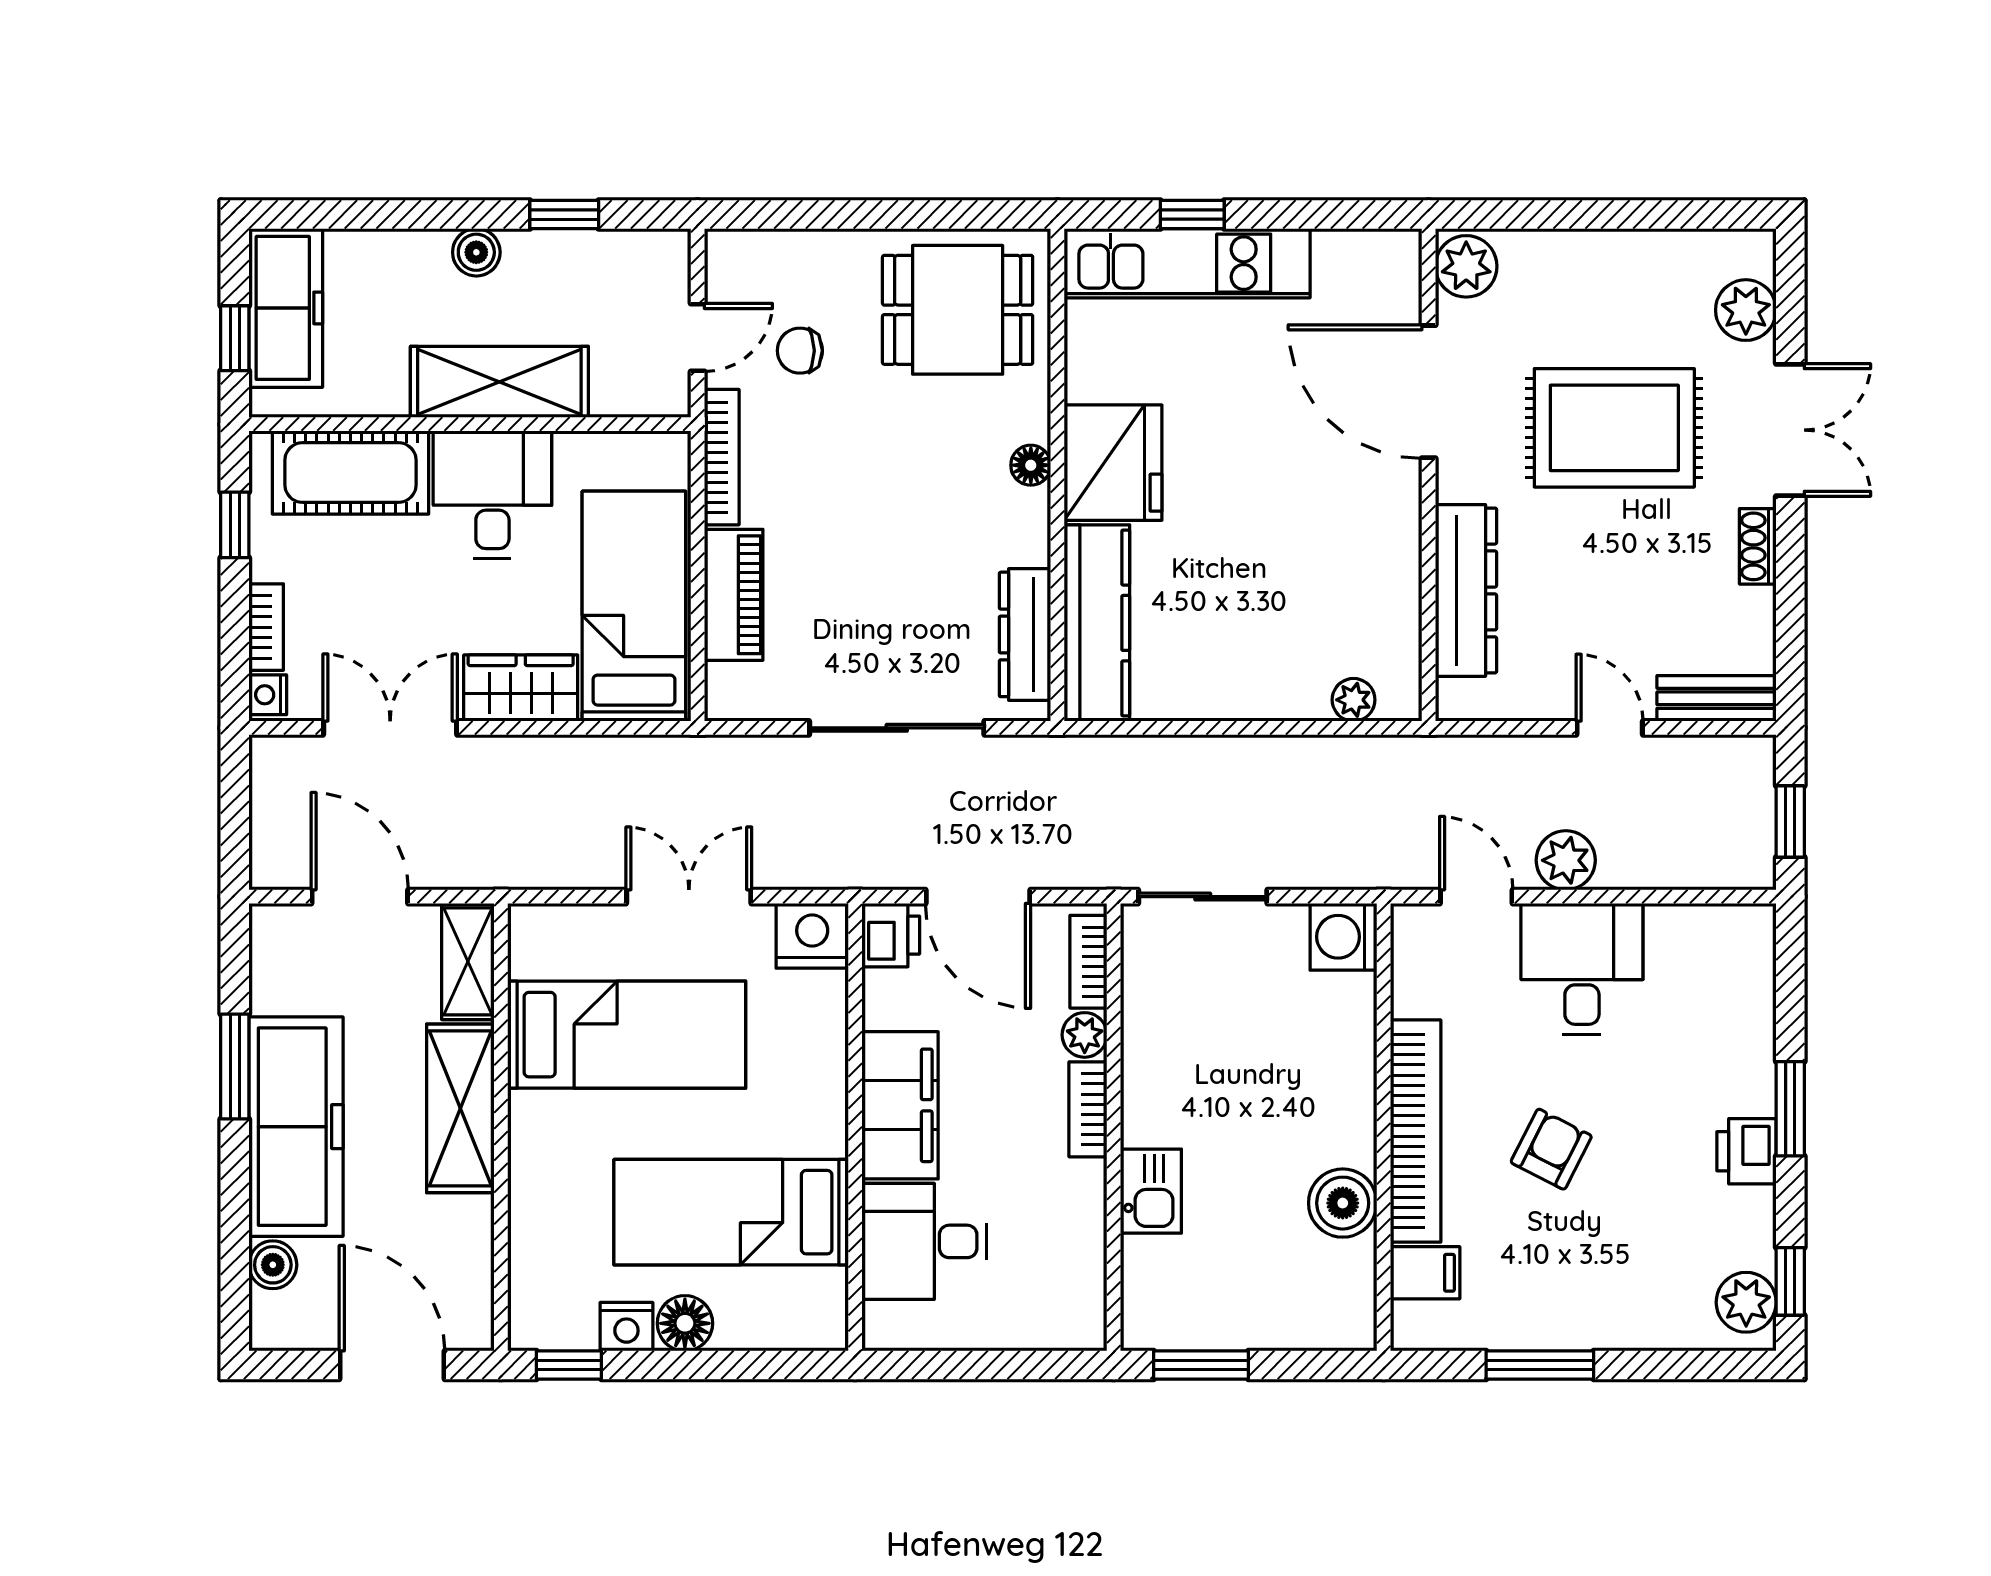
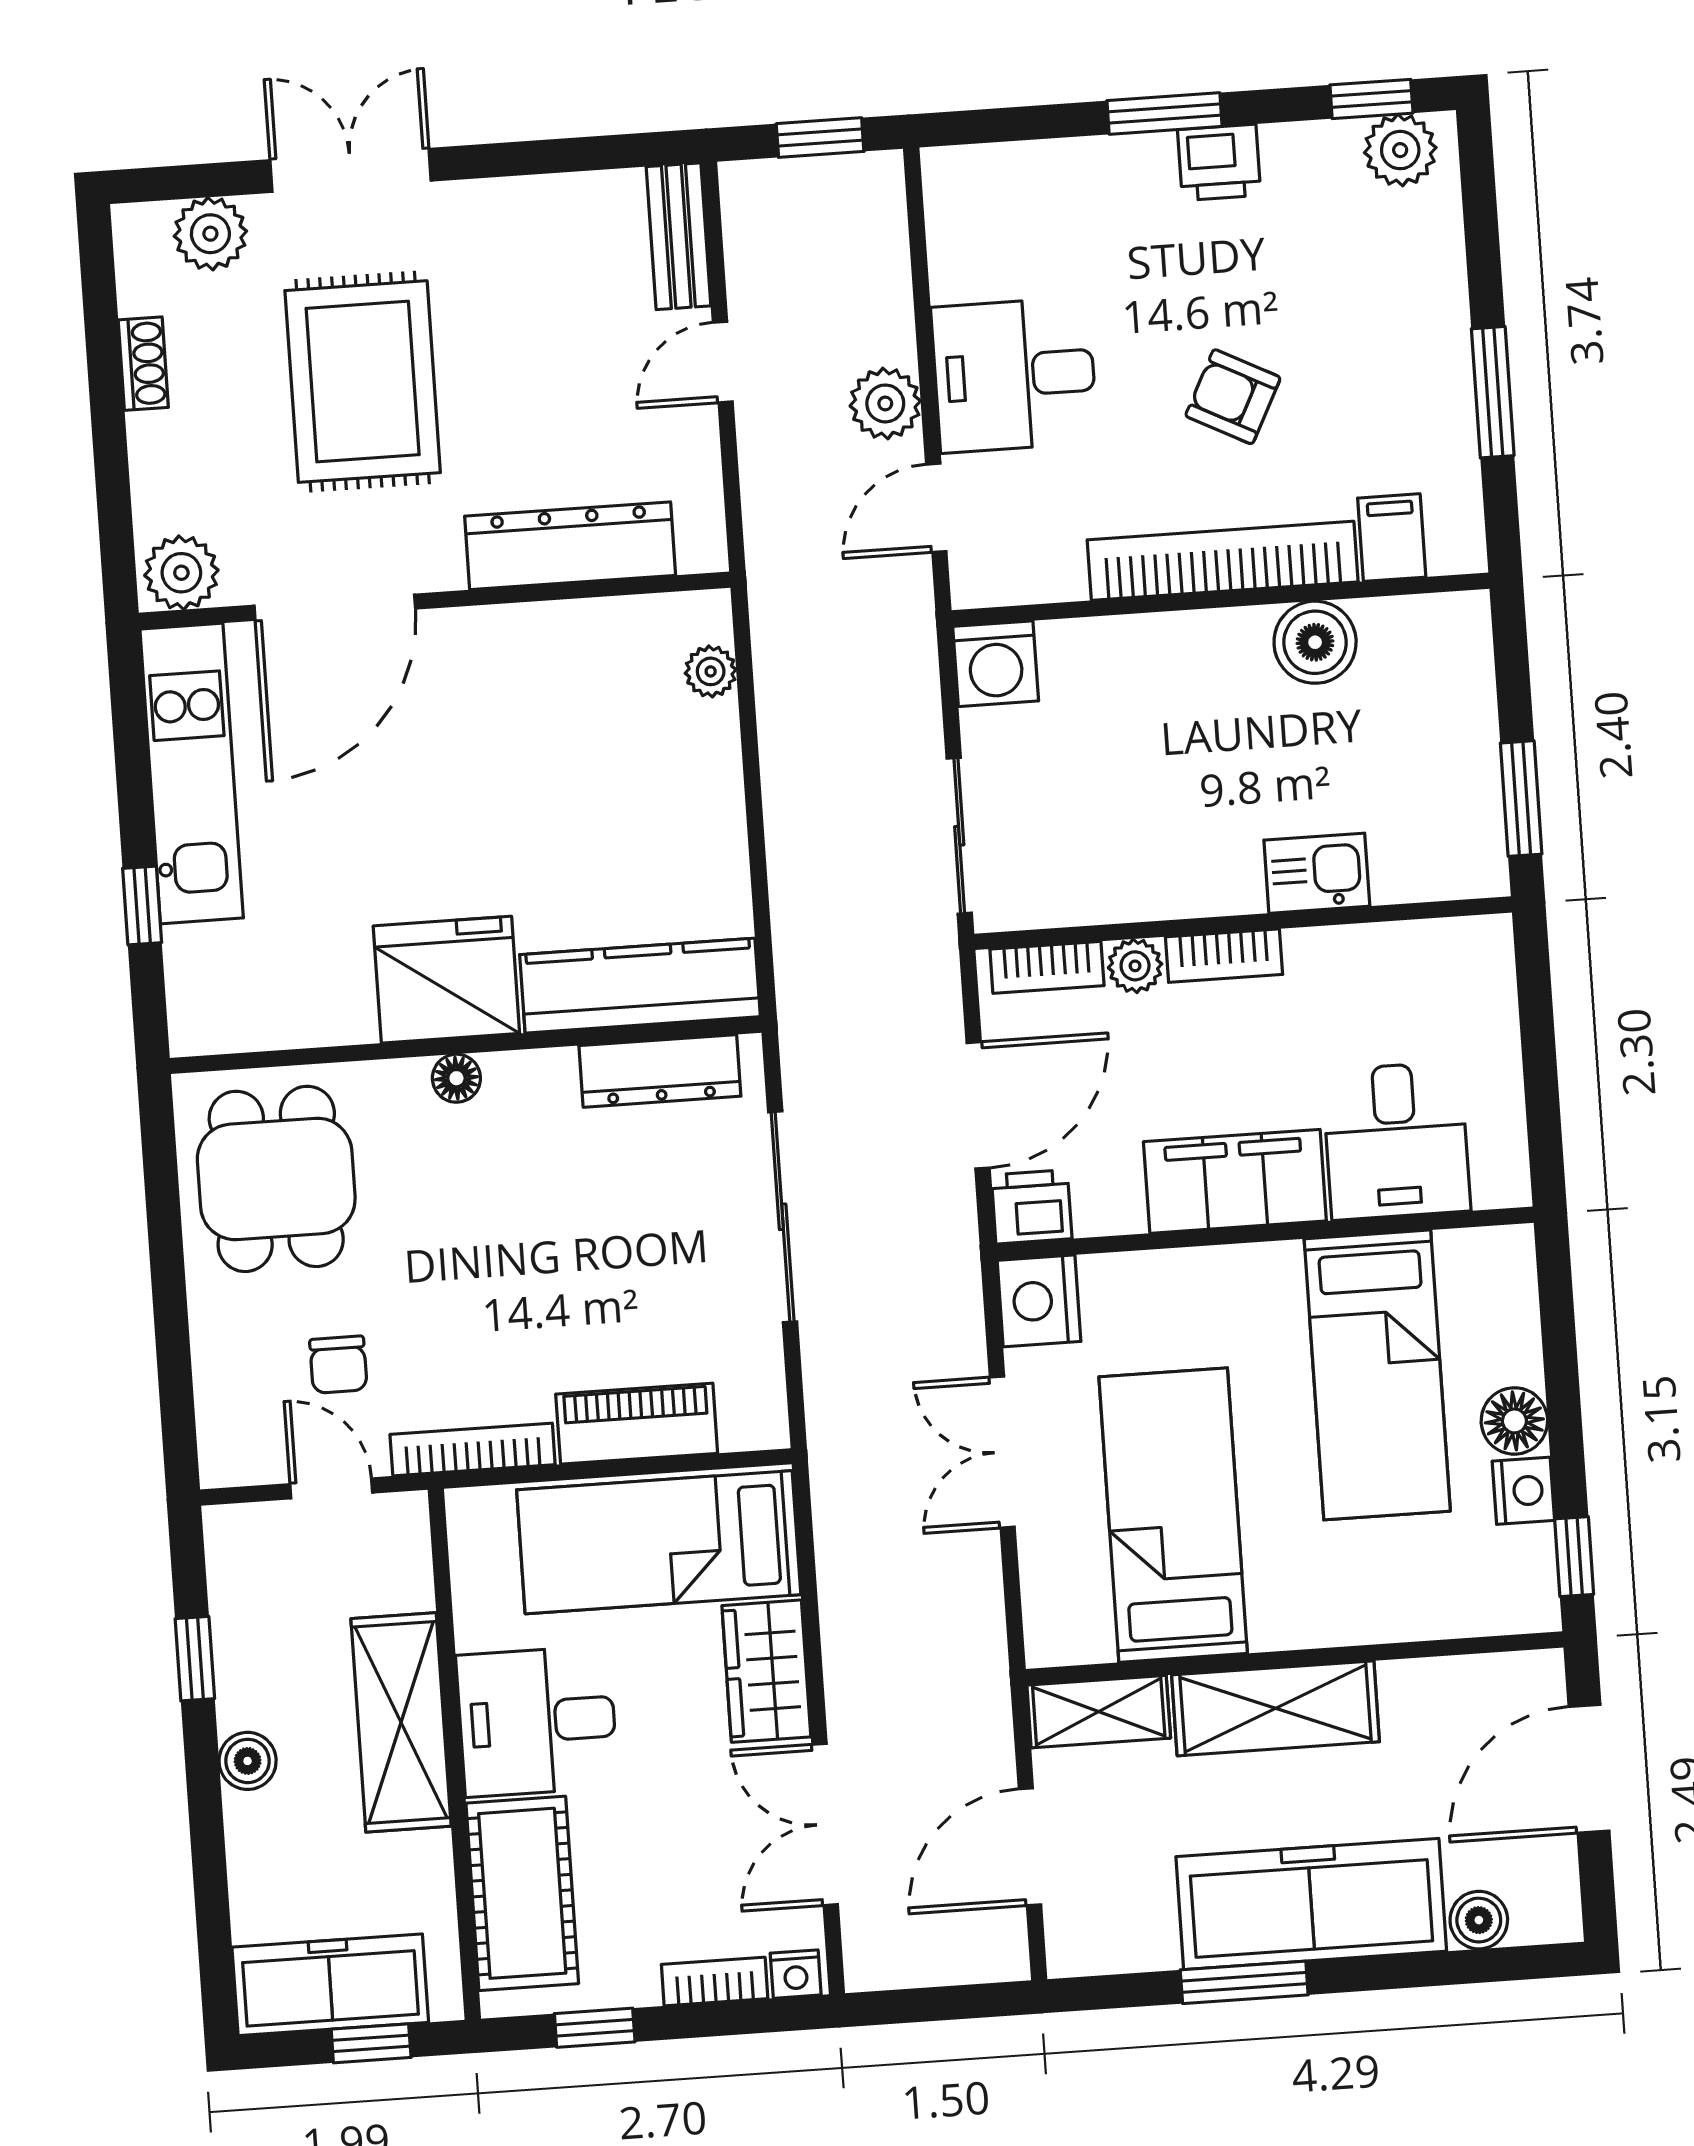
kitchen unit: (1187, 263) -> (192, 773), moved
shoe rack: (1758, 546) -> (143, 364), moved, turned -90

